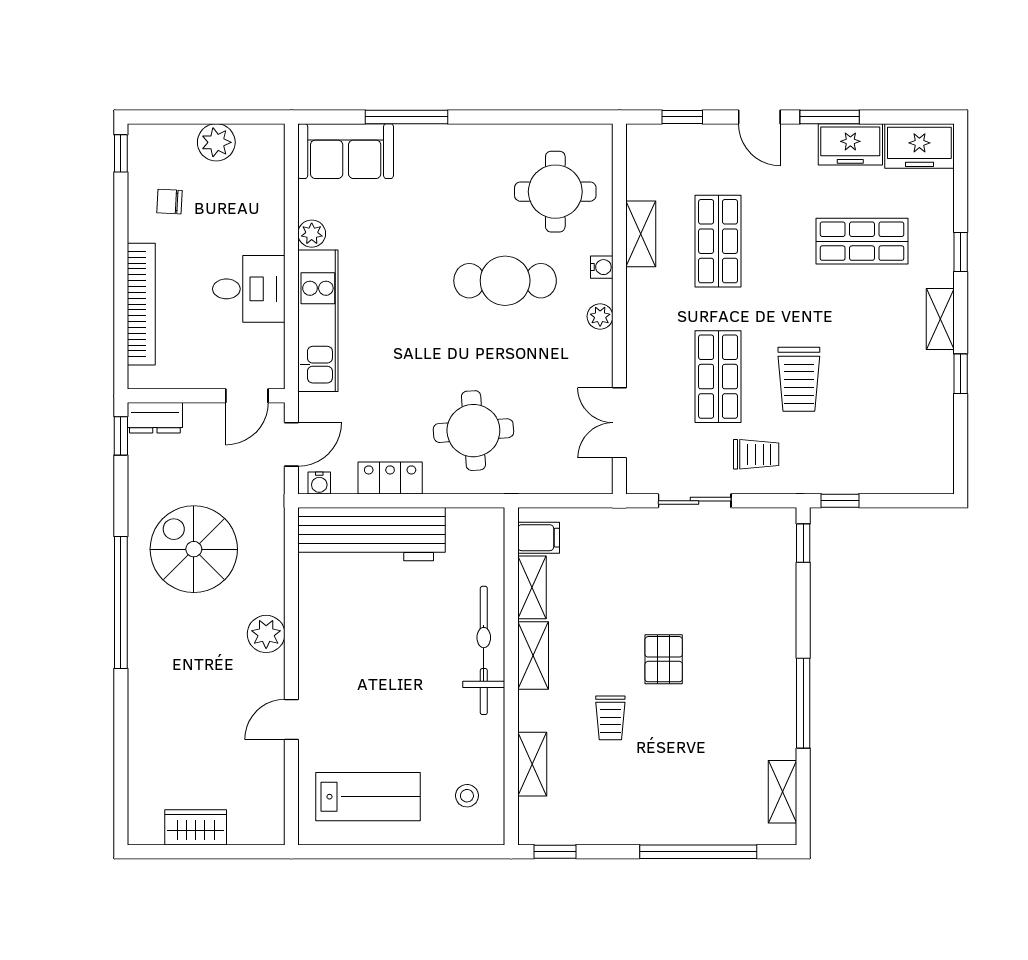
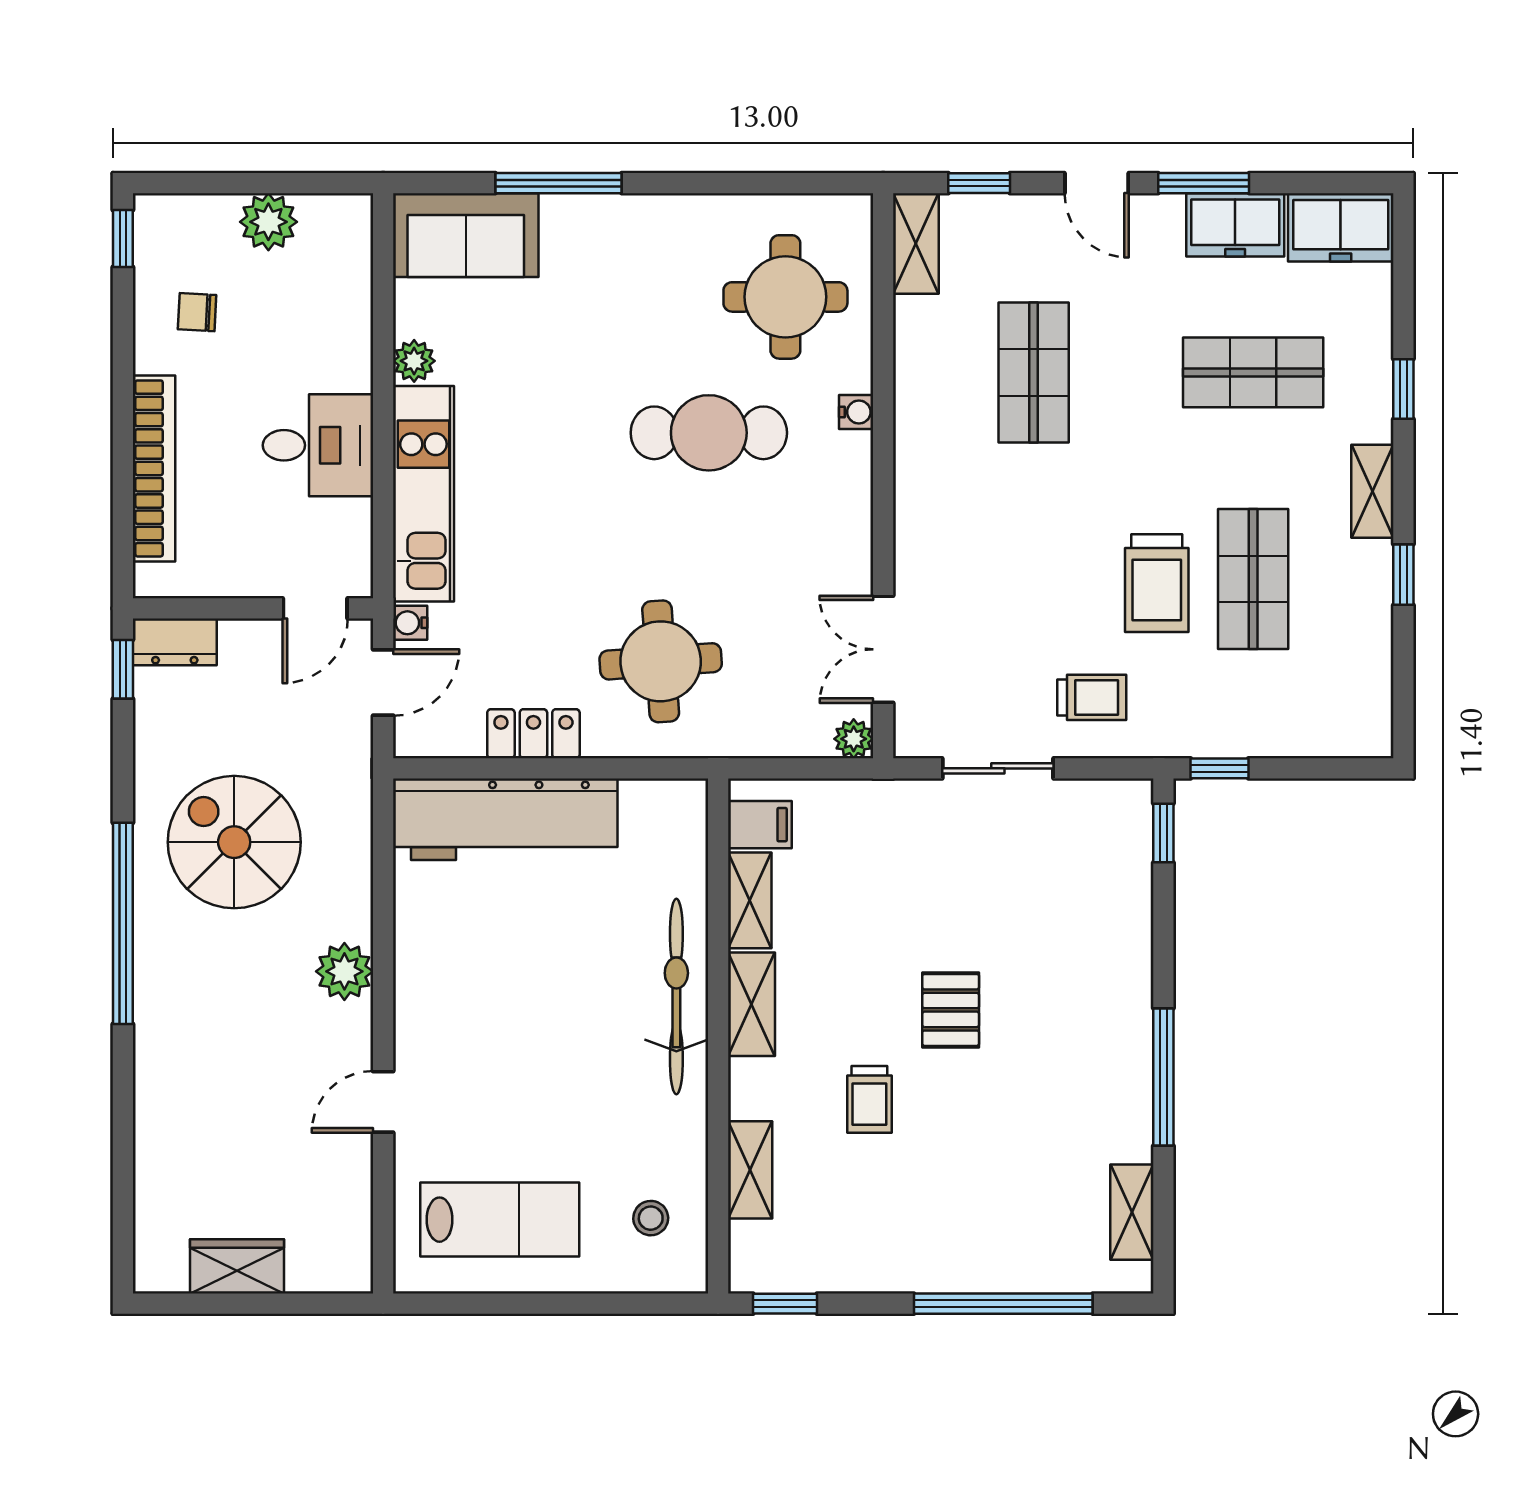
shelving: (641, 234) -> (916, 243), moved
plant: (600, 316) -> (854, 739), moved
shop shelf: (718, 377) -> (1253, 579), moved
water cooler: (319, 483) -> (410, 623), moved, turned 90

